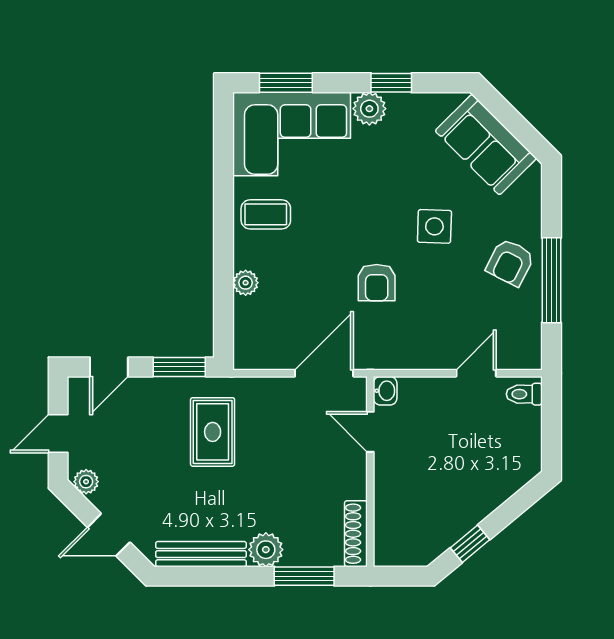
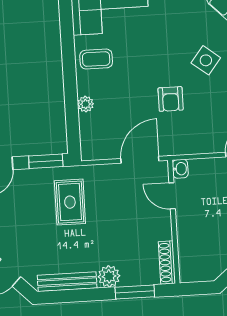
side table: (434, 226) -> (206, 60), turned 36

